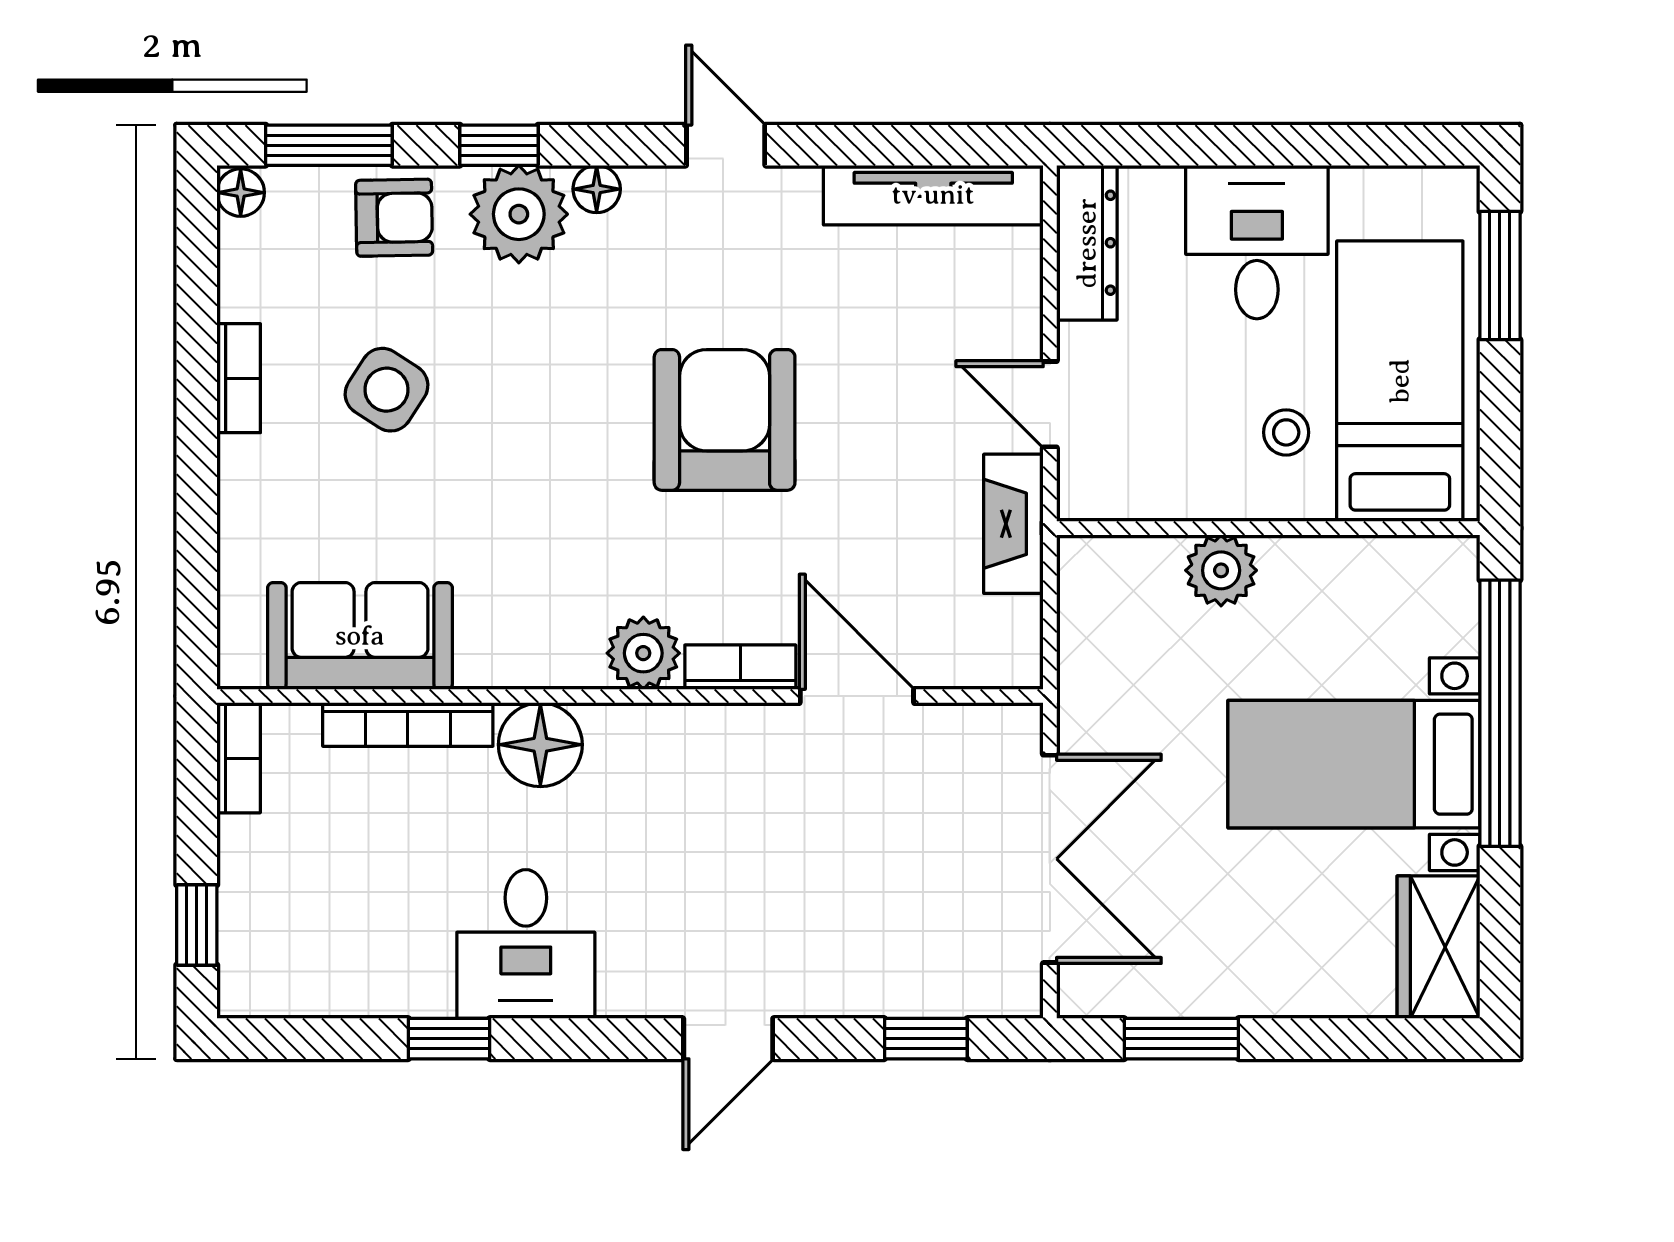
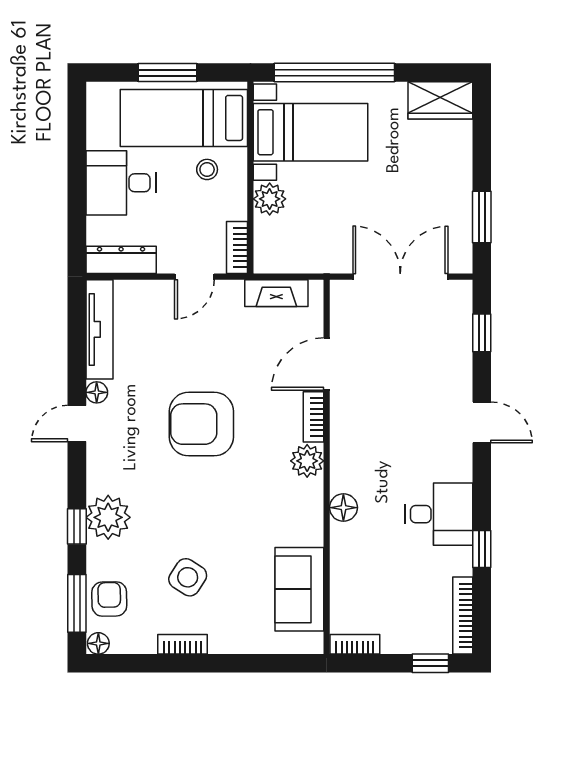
floor lamp: (597, 189) -> (97, 392), moved
armchair: (394, 218) -> (109, 599), moved
window: (1500, 276) -> (167, 73), moved
bookcase: (1114, 498) -> (237, 248), added
fireplace: (1013, 524) -> (276, 293), moved
bookcase: (408, 725) -> (463, 616), moved, turned 180
floor lamp: (540, 745) -> (343, 508), width x0.73, depth x0.73
bed with nightstands: (1354, 764) -> (311, 132), moved, turned -90

